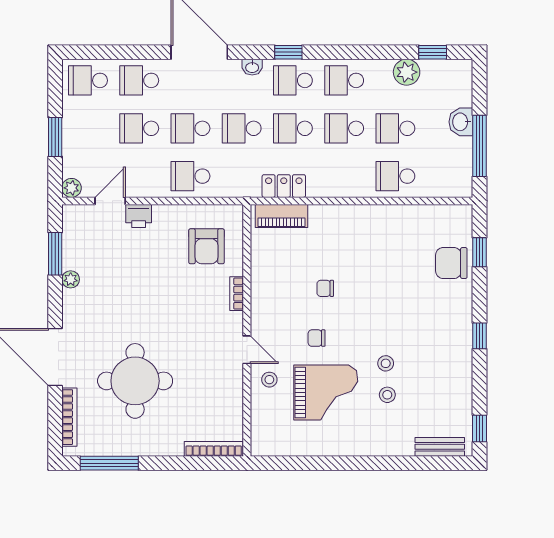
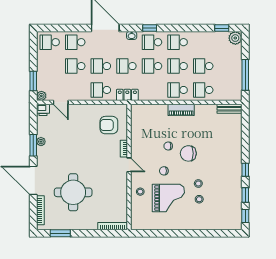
plant: (407, 72) -> (235, 38), moved
washbasin: (461, 122) -> (236, 63), removed
window: (55, 137) -> (33, 81), moved
school desk: (344, 176) -> (178, 90), added
locker: (284, 186) -> (127, 95), moved
door: (110, 201) -> (61, 102), swing flipped
printer: (139, 216) -> (43, 110), moved
piano: (282, 216) -> (181, 110), moved
armchair: (206, 246) -> (109, 125), turned 90
window: (480, 252) -> (245, 195), moved
window: (55, 254) -> (33, 145), moved
chair: (451, 263) -> (188, 153), moved
door: (247, 350) -> (129, 165), moved
bench: (440, 447) -> (230, 109), moved
window: (109, 463) -> (60, 233), width x0.69

